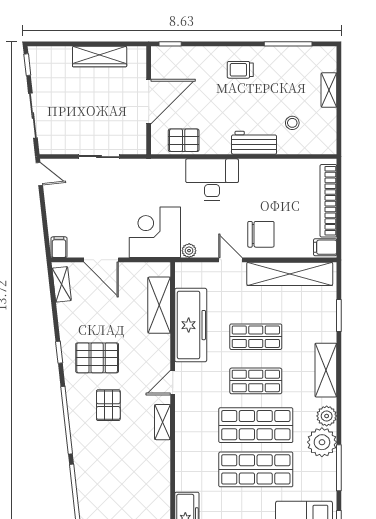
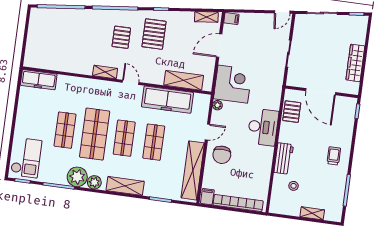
pallet: (108, 405) -> (121, 37), turned 90
shop shelf: (256, 469) -> (65, 130), width x0.70, depth x0.74

